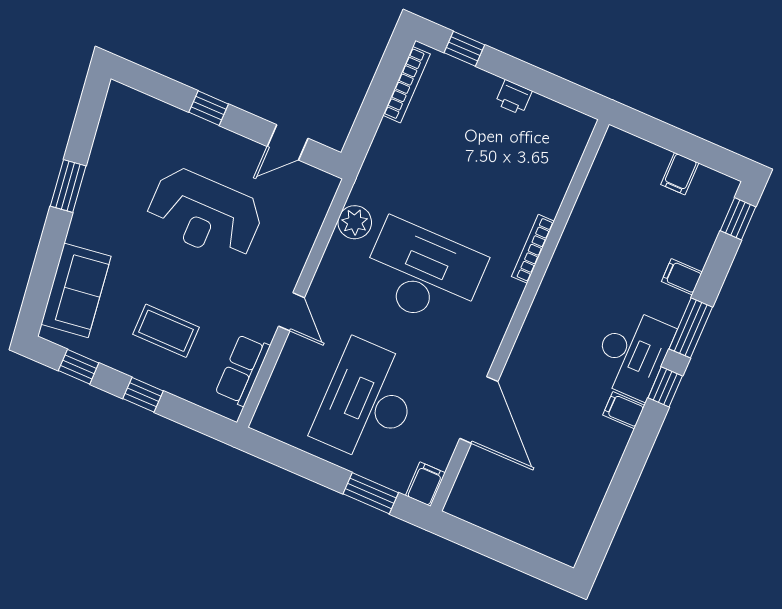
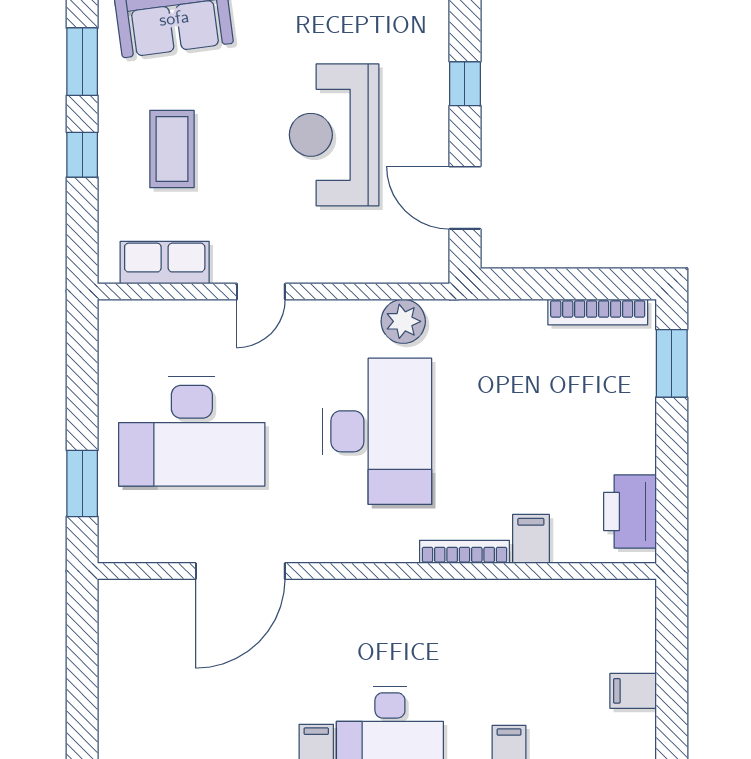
window: (464, 49) -> (672, 363), width x1.50
printer: (514, 97) -> (630, 511), moved, width x1.87, depth x1.48
door: (288, 142) -> (465, 198), width x1.38
window: (79, 367) -> (82, 62), width x1.50
desk: (368, 402) -> (192, 431), turned 180
filing cabinet: (425, 484) -> (531, 539), moved, turned -90

